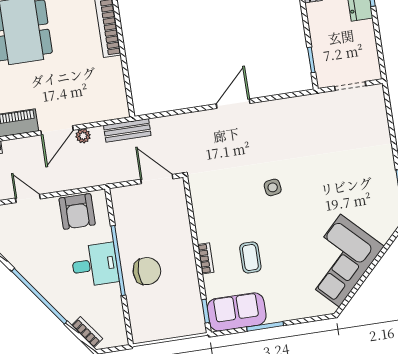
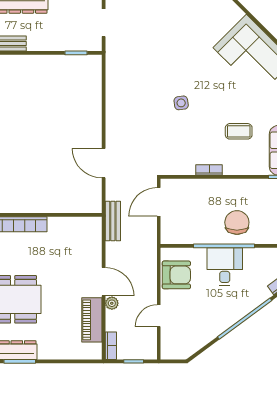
door: (233, 104) -> (104, 163), moved
plant: (83, 136) -> (112, 303), moved
bookcase: (206, 258) -> (209, 170), moved

